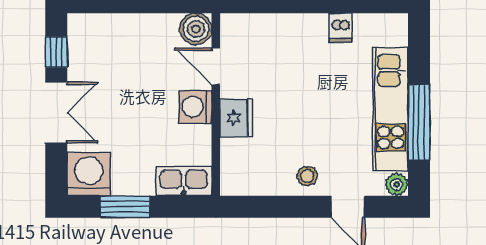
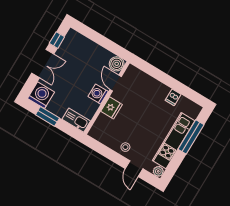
window: (419, 123) -> (191, 137), moved

